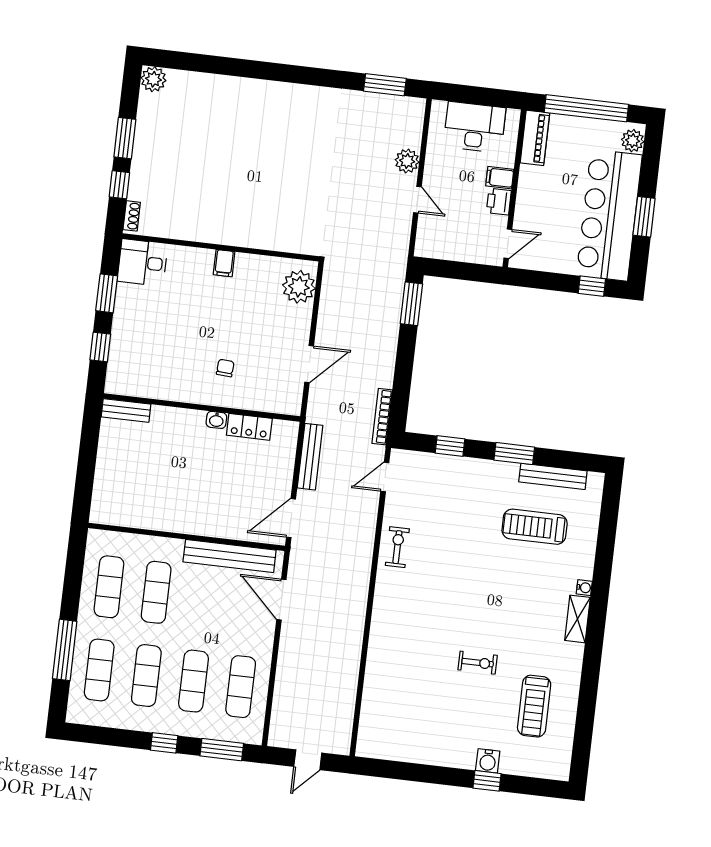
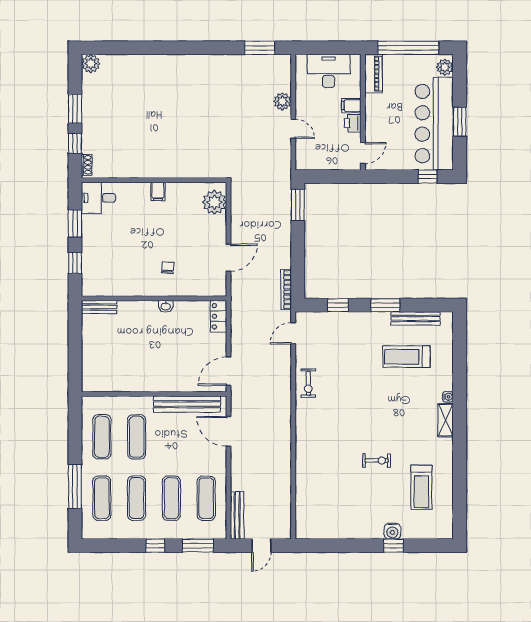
locker: (249, 427) -> (218, 316), moved, turned 90
bench: (310, 457) -> (237, 515), moved
exercise bike: (397, 547) -> (308, 383), turned 180

